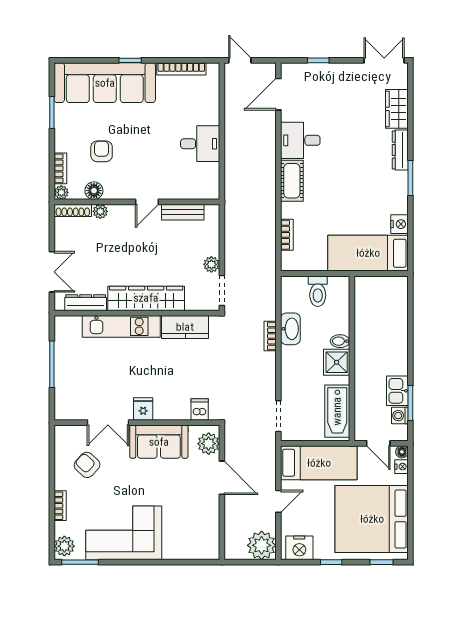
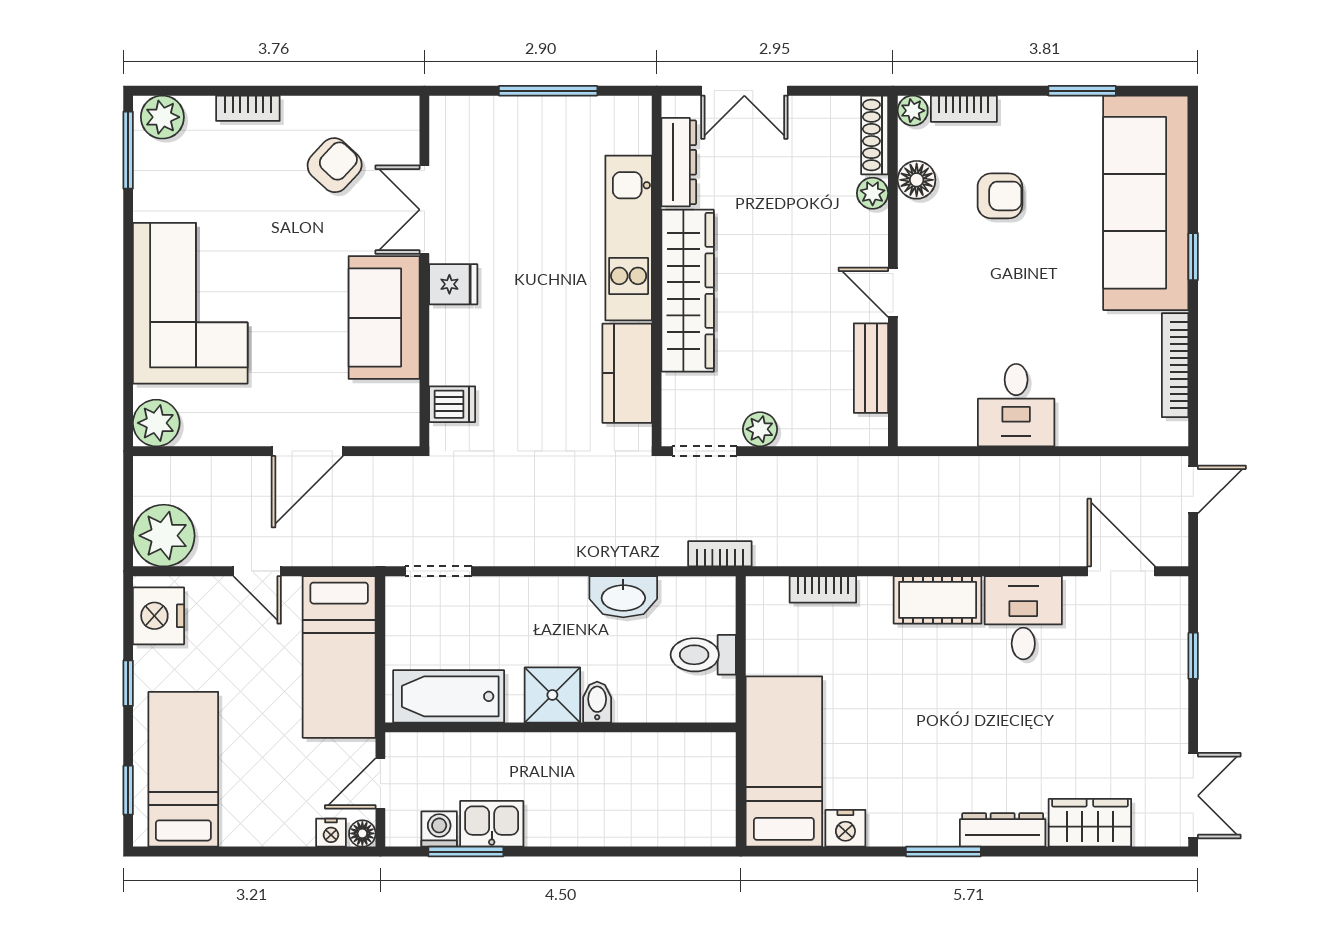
bookcase: (270, 336) -> (720, 554), moved
plant: (209, 444) -> (156, 423), moved
bed: (372, 519) -> (183, 769), width x0.49
corner sofa: (124, 533) -> (190, 303), moved

